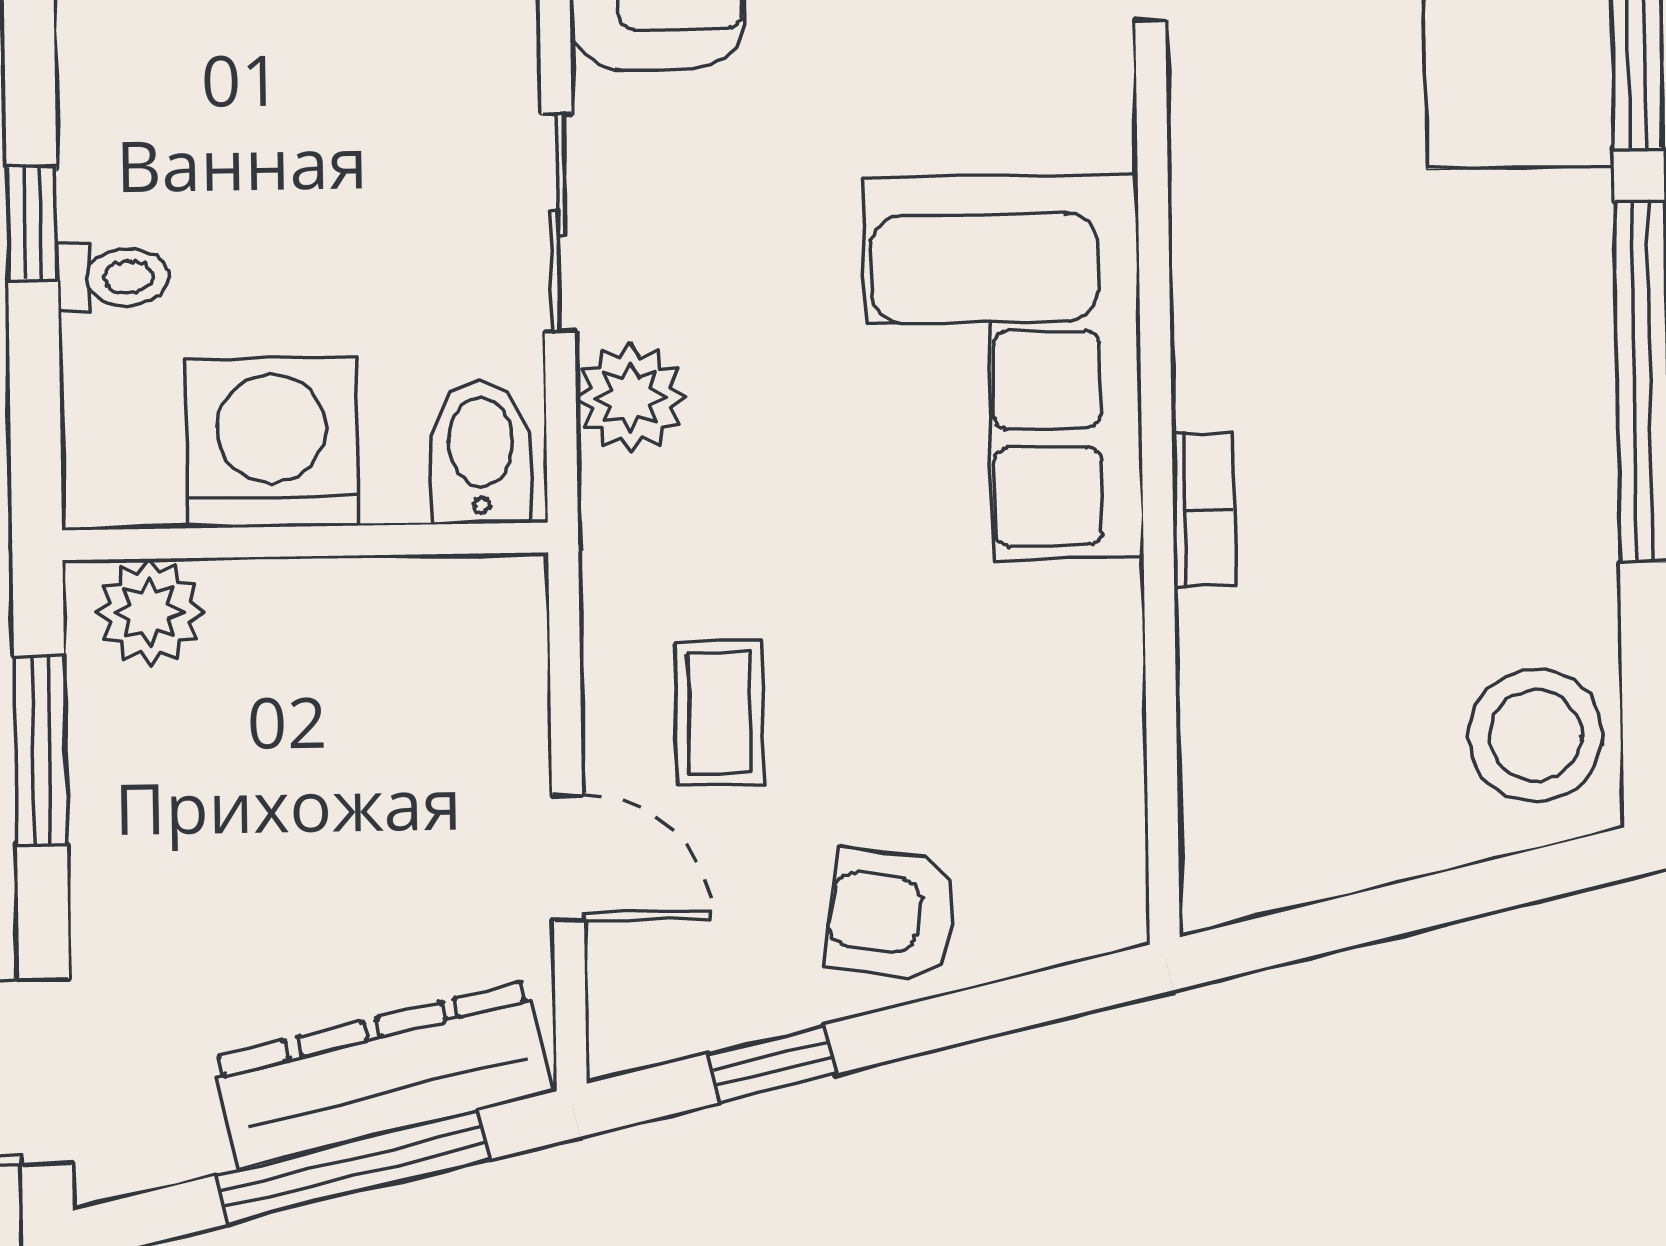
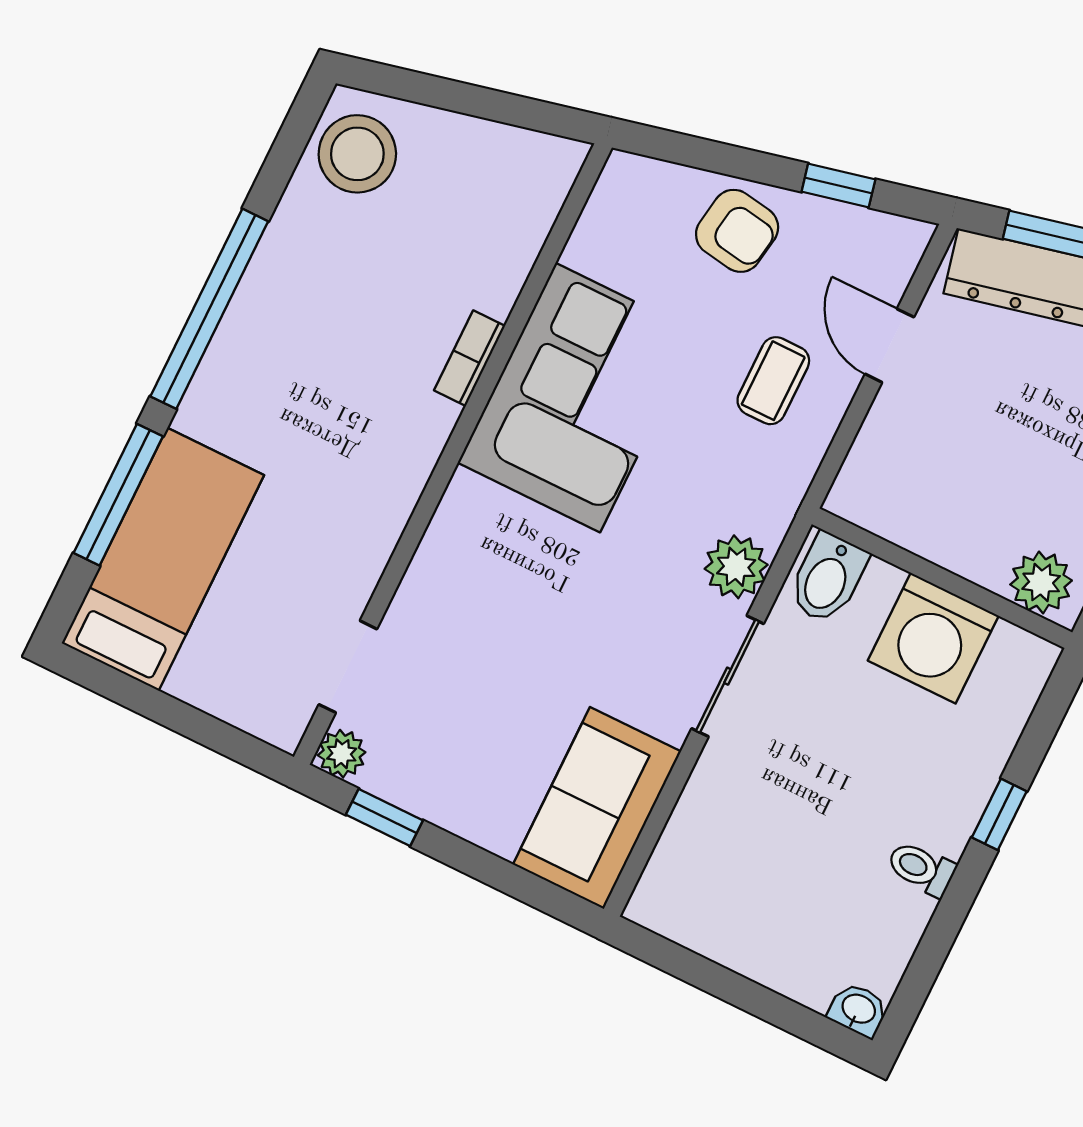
toilet: (113, 277) -> (921, 868), moved
corner sofa: (1004, 368) -> (578, 398), moved

